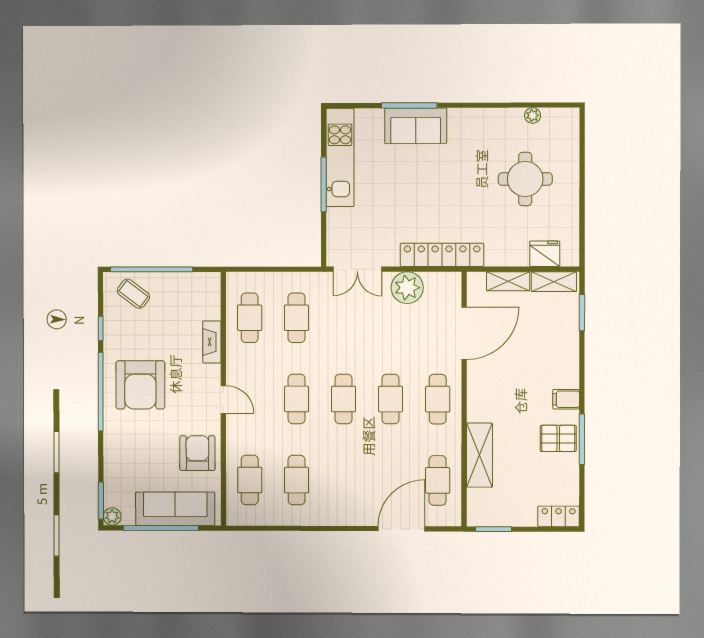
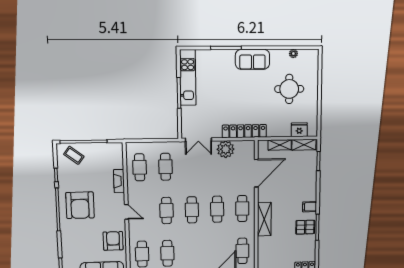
sofa: (416, 126) -> (252, 59), moved
shelving: (479, 455) -> (264, 219), moved

